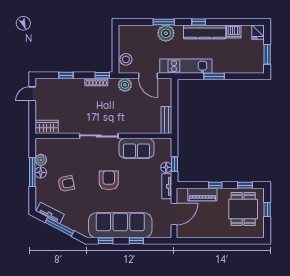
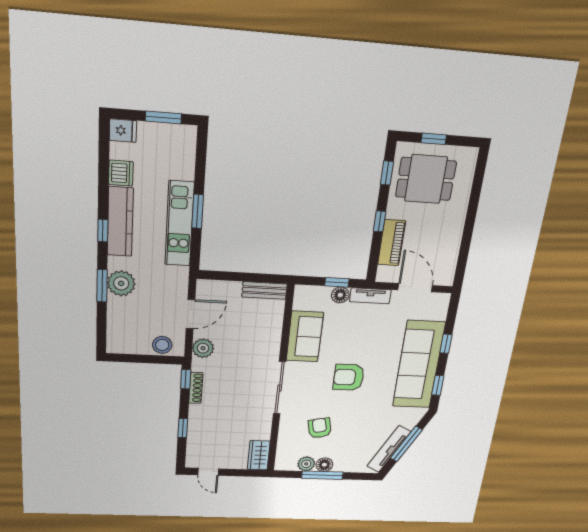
kitchen unit: (186, 66) -> (179, 224), moved
armchair: (66, 184) -> (320, 428), moved
tv unit: (50, 213) -> (389, 449), width x1.41

